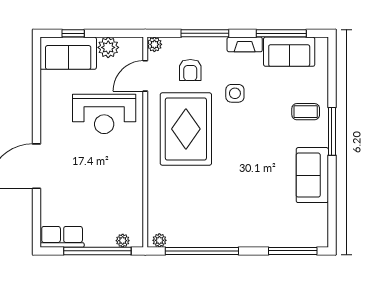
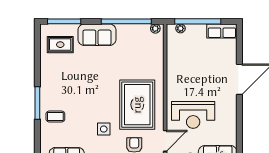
reception desk: (104, 114) -> (193, 115), turned 180
sofa: (312, 175) -> (97, 35), moved, turned 90
rug: (299, 217) -> (60, 45), added

